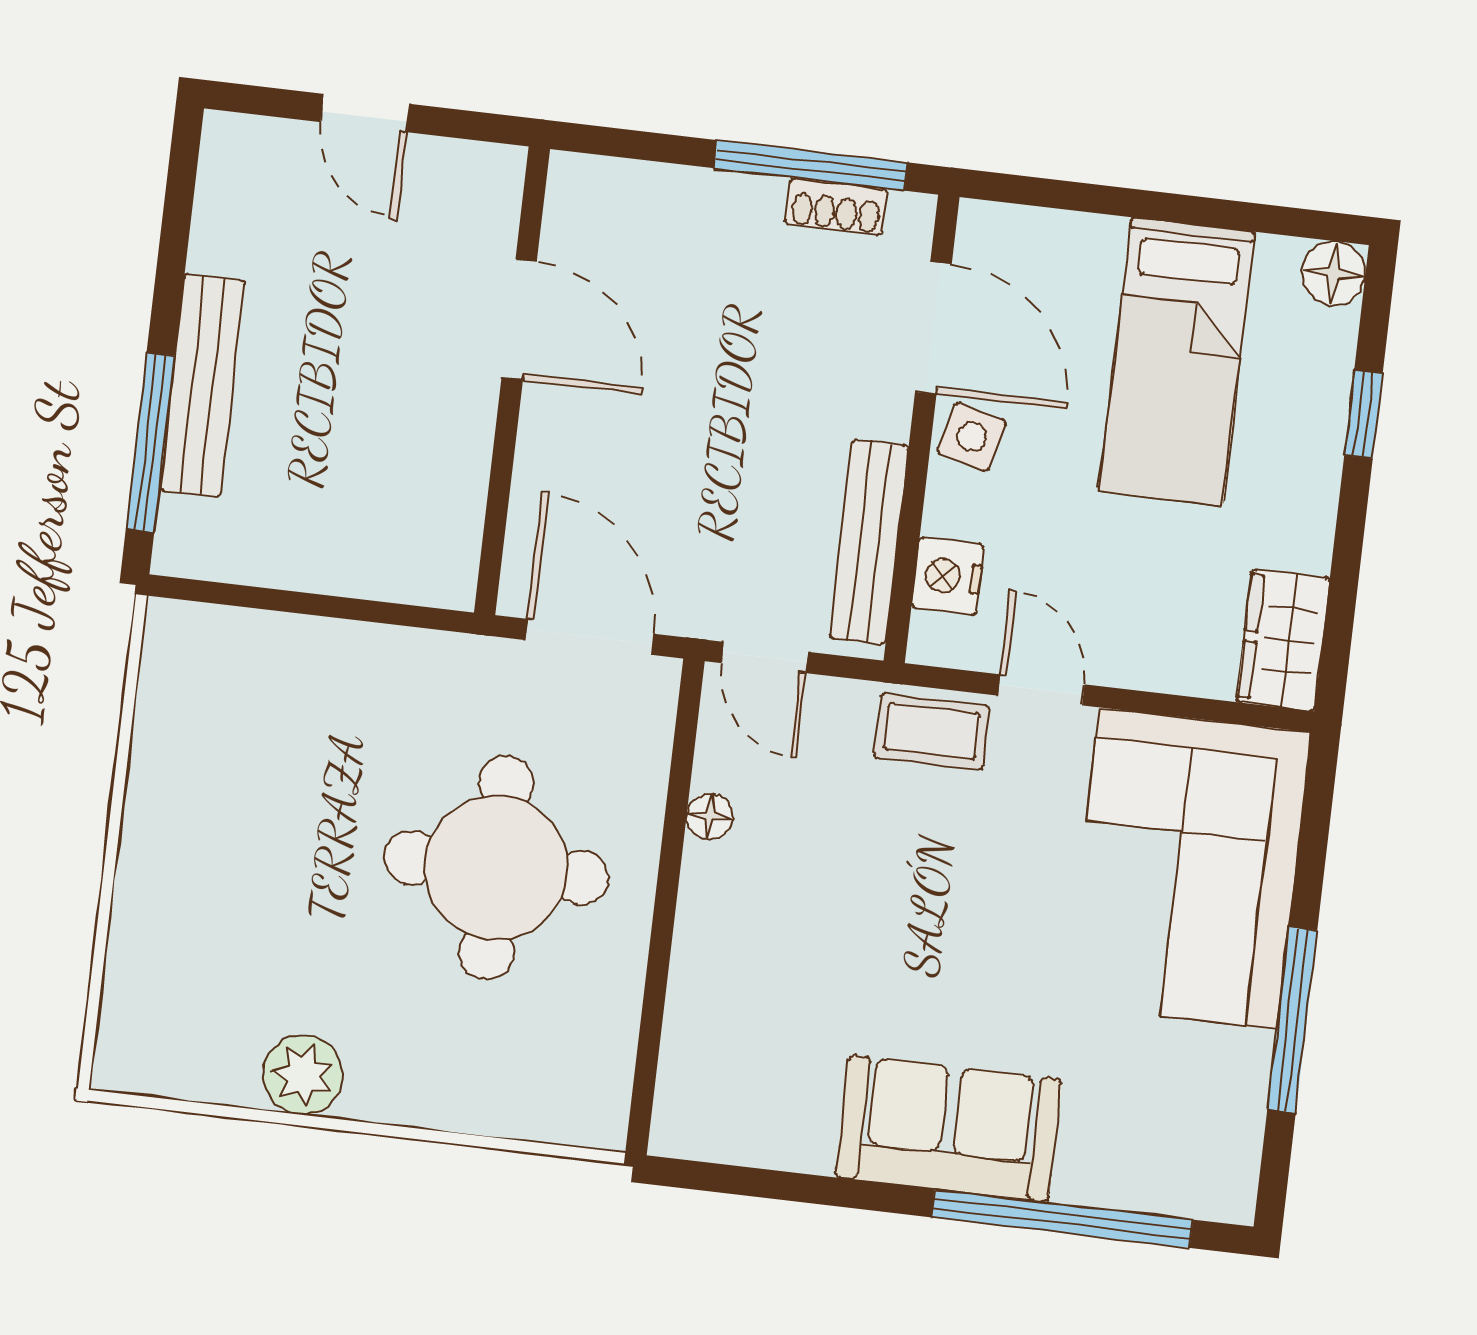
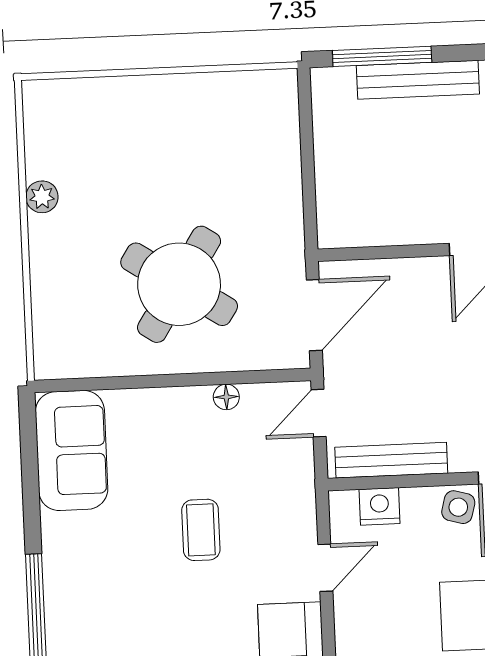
coffee table: (932, 731) -> (201, 530), moved
round table: (496, 868) -> (179, 284), turned 33
plant: (303, 1075) -> (42, 197), width x0.73, depth x0.73
sofa: (949, 1128) -> (72, 450), moved

